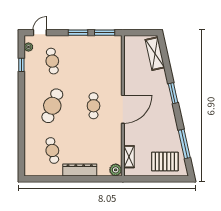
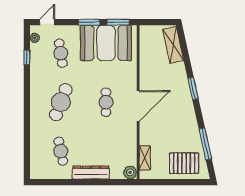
booth: (94, 52) -> (106, 43), added

